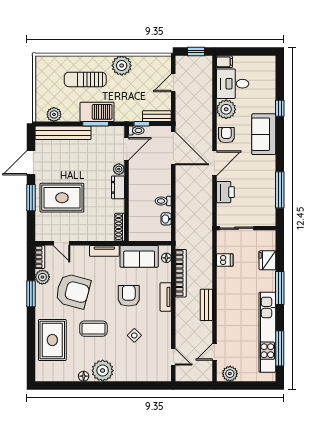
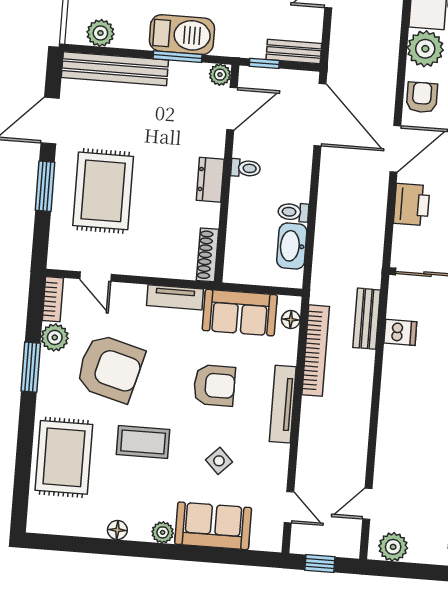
toilet: (136, 130) -> (246, 168), moved
plant: (119, 169) -> (220, 75), moved
rug: (62, 198) -> (103, 191), turned 90
washbasin: (166, 219) -> (292, 246), width x1.91, depth x1.45
armchair: (129, 296) -> (214, 385), turned 90
tv unit: (166, 297) -> (283, 404), width x1.41
bench: (206, 305) -> (367, 319), moved
sofa: (134, 370) -> (213, 526), added
plant: (103, 371) -> (163, 532), width x0.53, depth x0.53
window: (192, 385) -> (320, 563), added

